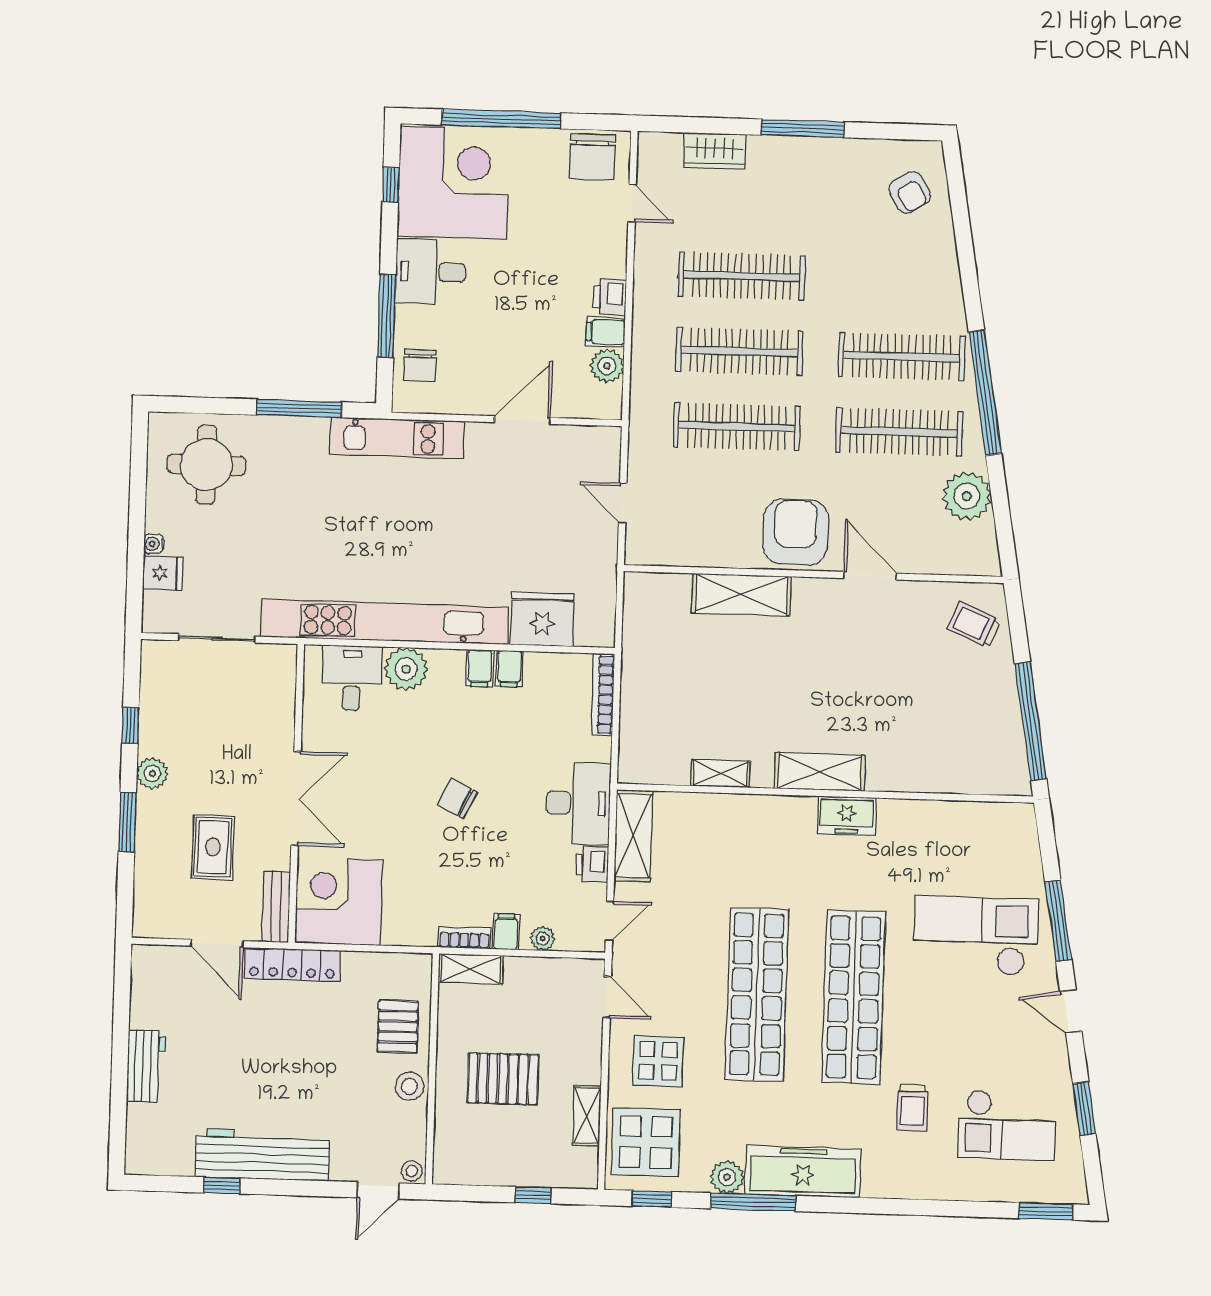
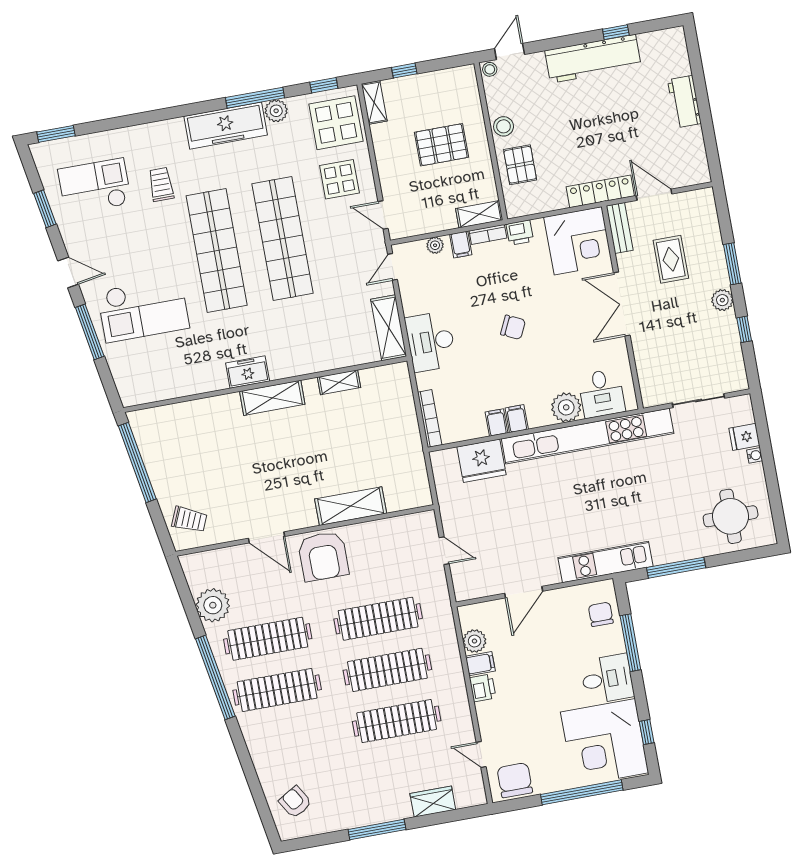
printer: (592, 864) -> (520, 233), moved, turned 90
shelving: (587, 1116) -> (374, 102), moved

